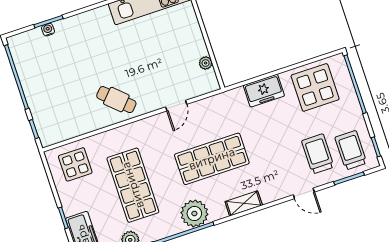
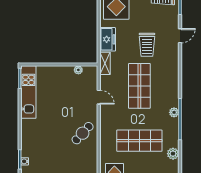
trolley: (318, 154) -> (147, 45), moved, turned -90
shelving: (244, 203) -> (105, 63), moved
plant: (194, 213) -> (174, 112), width x0.53, depth x0.53

